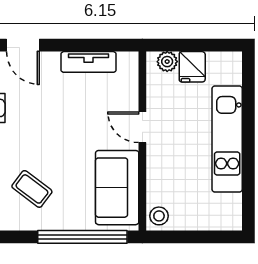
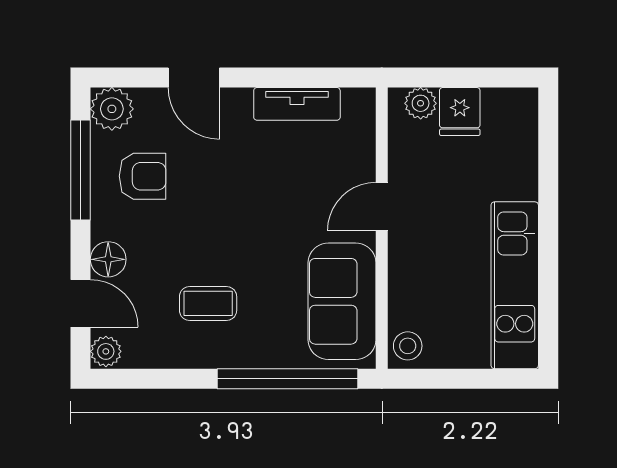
door: (142, 127) -> (382, 207), hinge flipped
kitchen unit: (227, 139) -> (515, 285), moved
coffee table: (32, 189) -> (208, 303), turned -37

